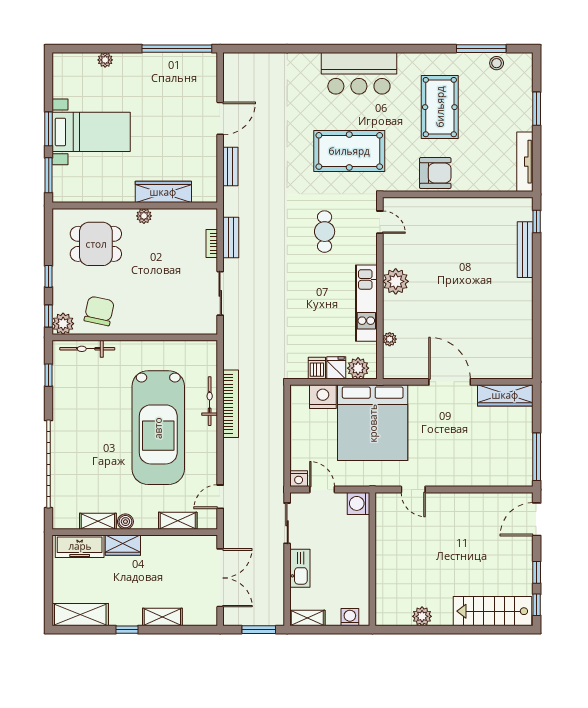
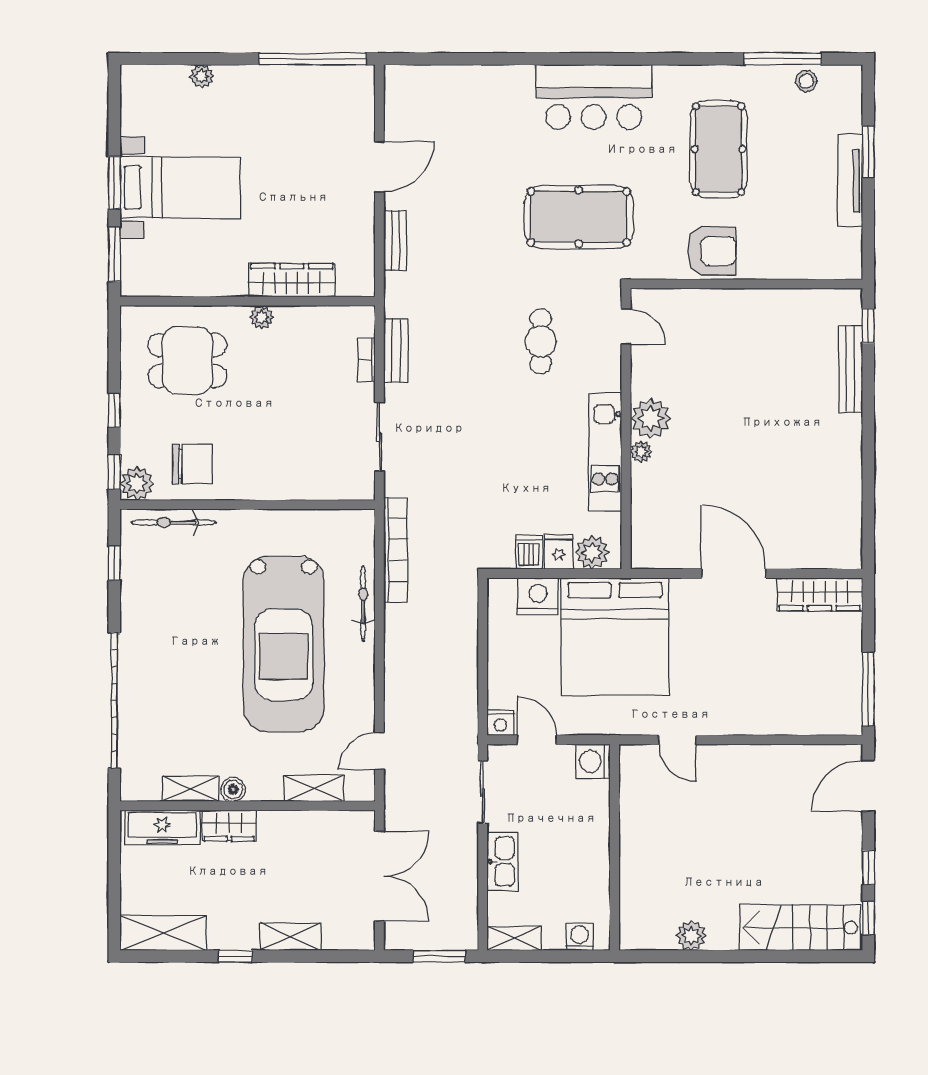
tv unit: (525, 162) -> (850, 181), moved
chair: (99, 311) -> (192, 464), turned 78
plant: (390, 339) -> (641, 452), moved
bookcase: (231, 404) -> (396, 550), moved

